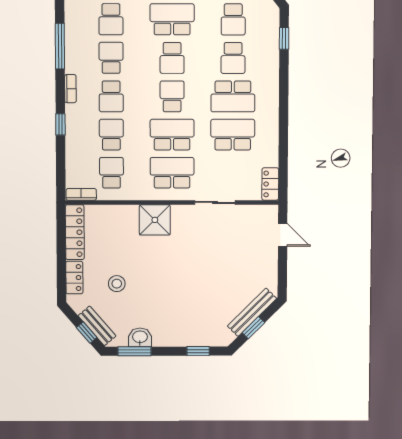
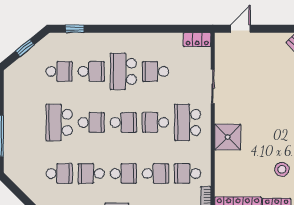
school desk: (172, 96) -> (123, 122), turned 180
school desk: (233, 96) -> (123, 71), turned 180
school desk: (111, 135) -> (155, 173), turned 180
school desk: (172, 135) -> (155, 122), width x0.54
school desk: (233, 135) -> (155, 71), width x0.54

